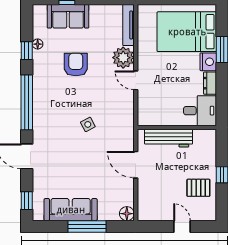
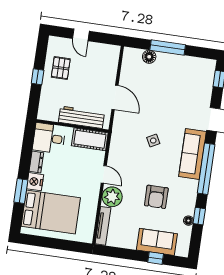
cot: (156, 116) -> (90, 139), added
pallet: (198, 188) -> (61, 68), turned 90
sofa: (71, 210) -> (192, 154), moved, turned 90
floor lamp: (127, 214) -> (149, 57), moved

